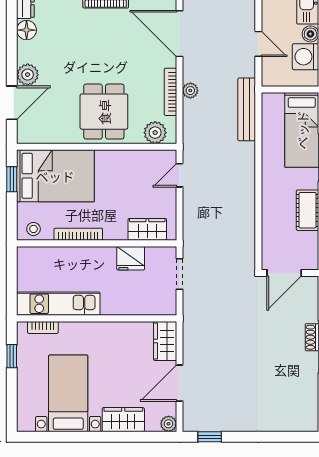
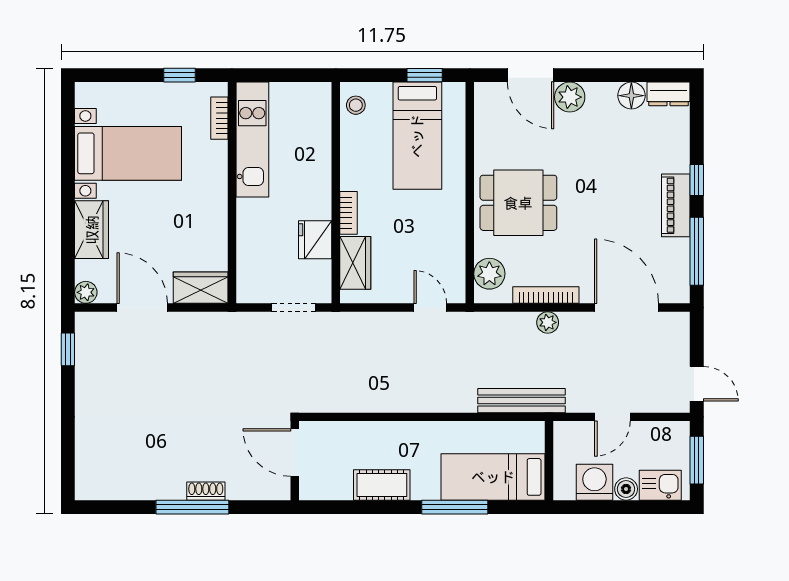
door: (179, 34) -> (627, 308), hinge flipped
bed: (55, 176) -> (417, 136), width x0.67
bookcase: (78, 234) -> (349, 213), moved, width x0.64

